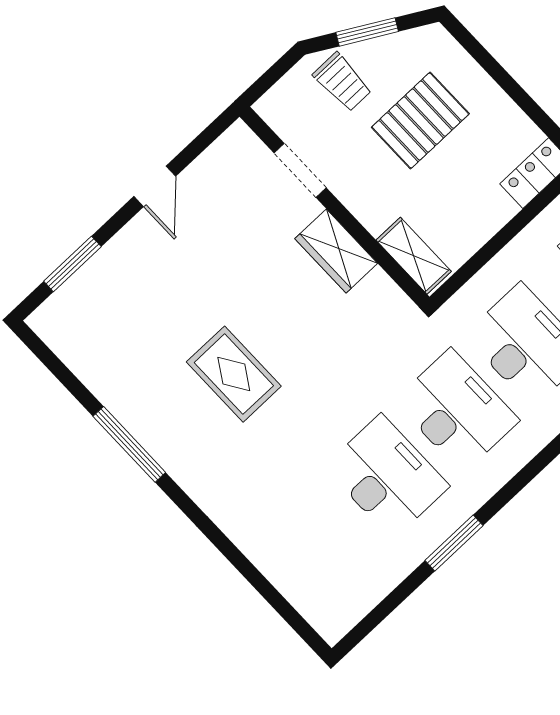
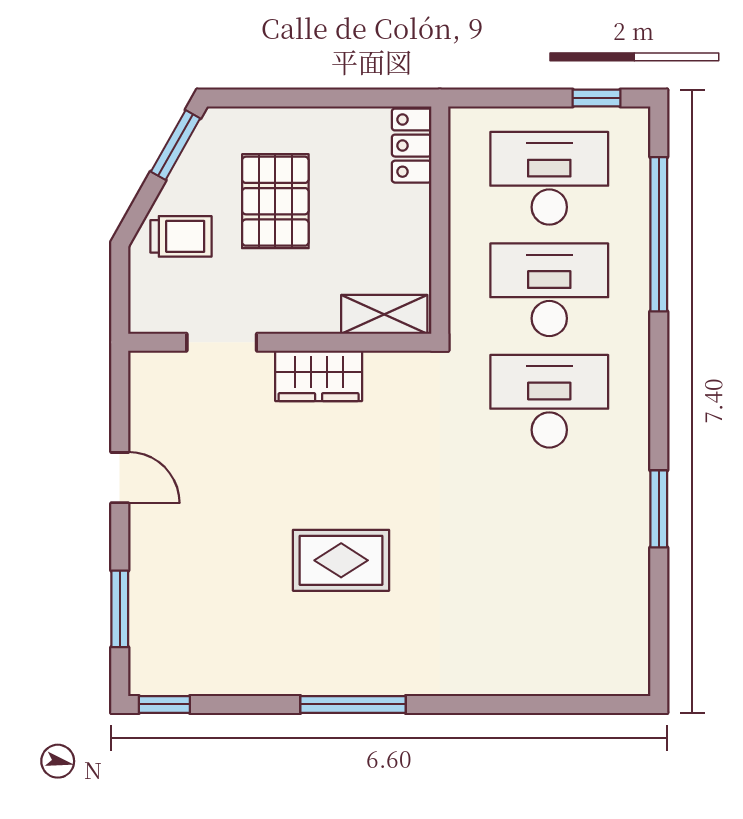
window: (367, 32) -> (176, 145), moved
window: (39, 348) -> (164, 704), added
window: (129, 444) -> (353, 704), moved
desk: (387, 477) -> (549, 513), removed

